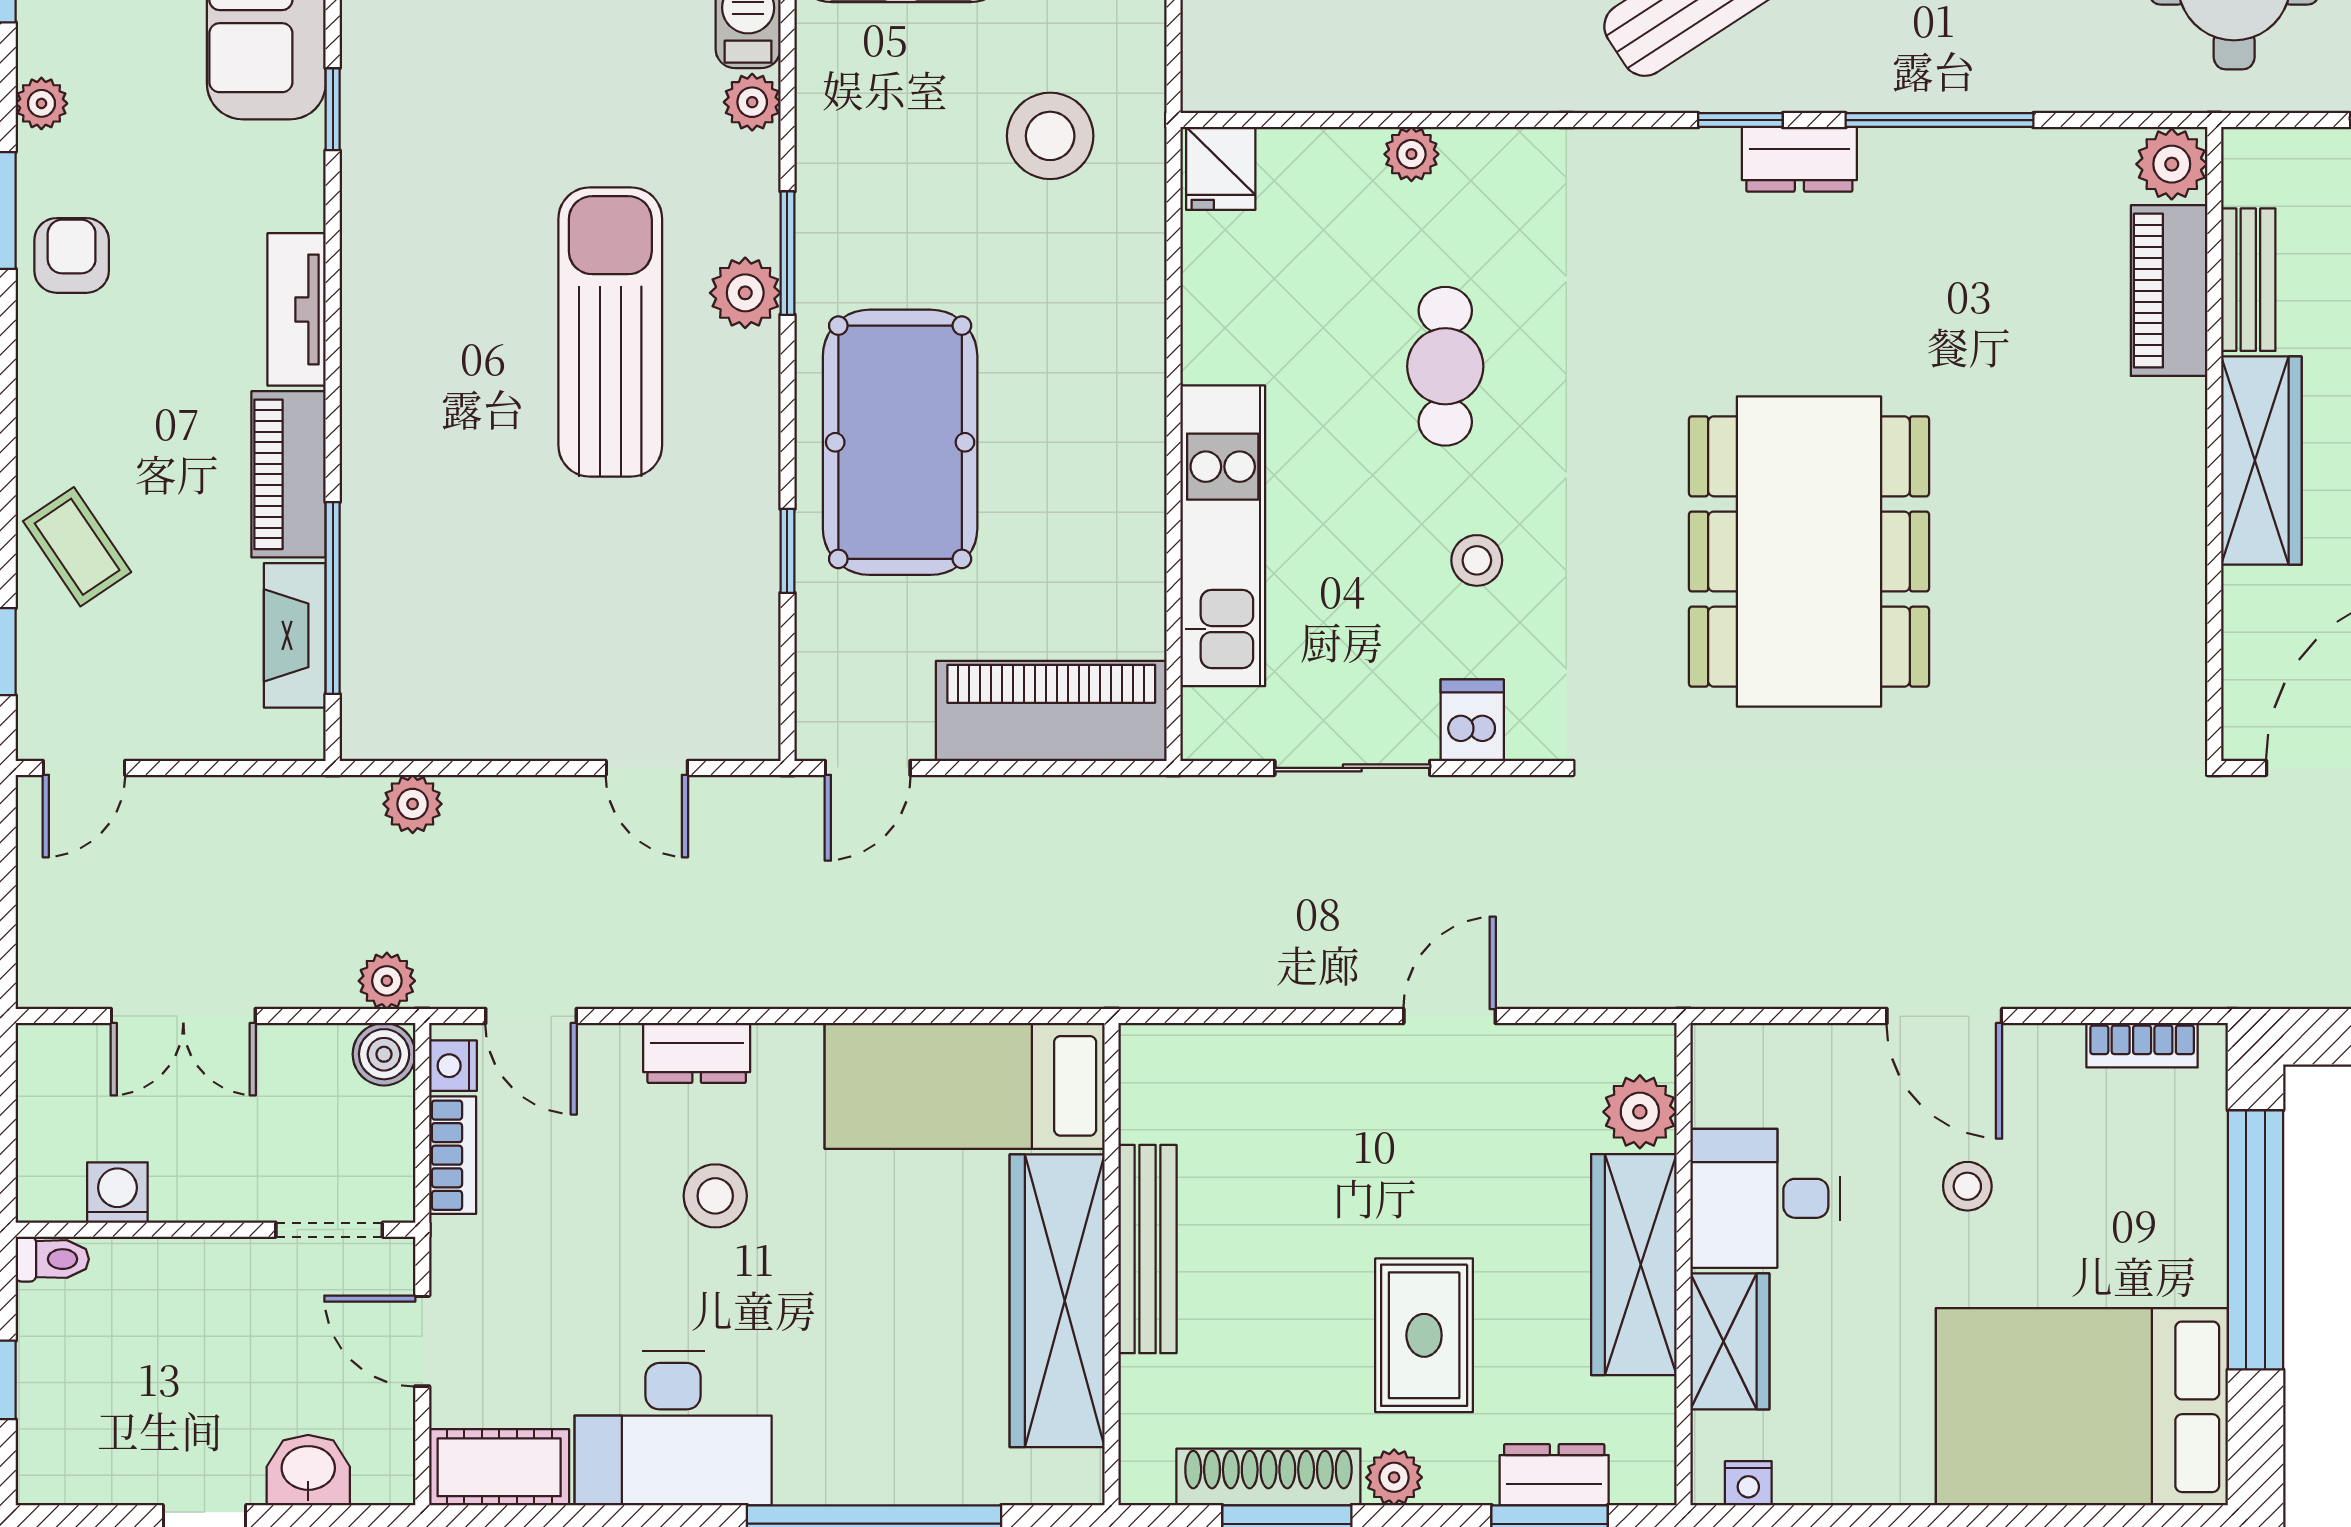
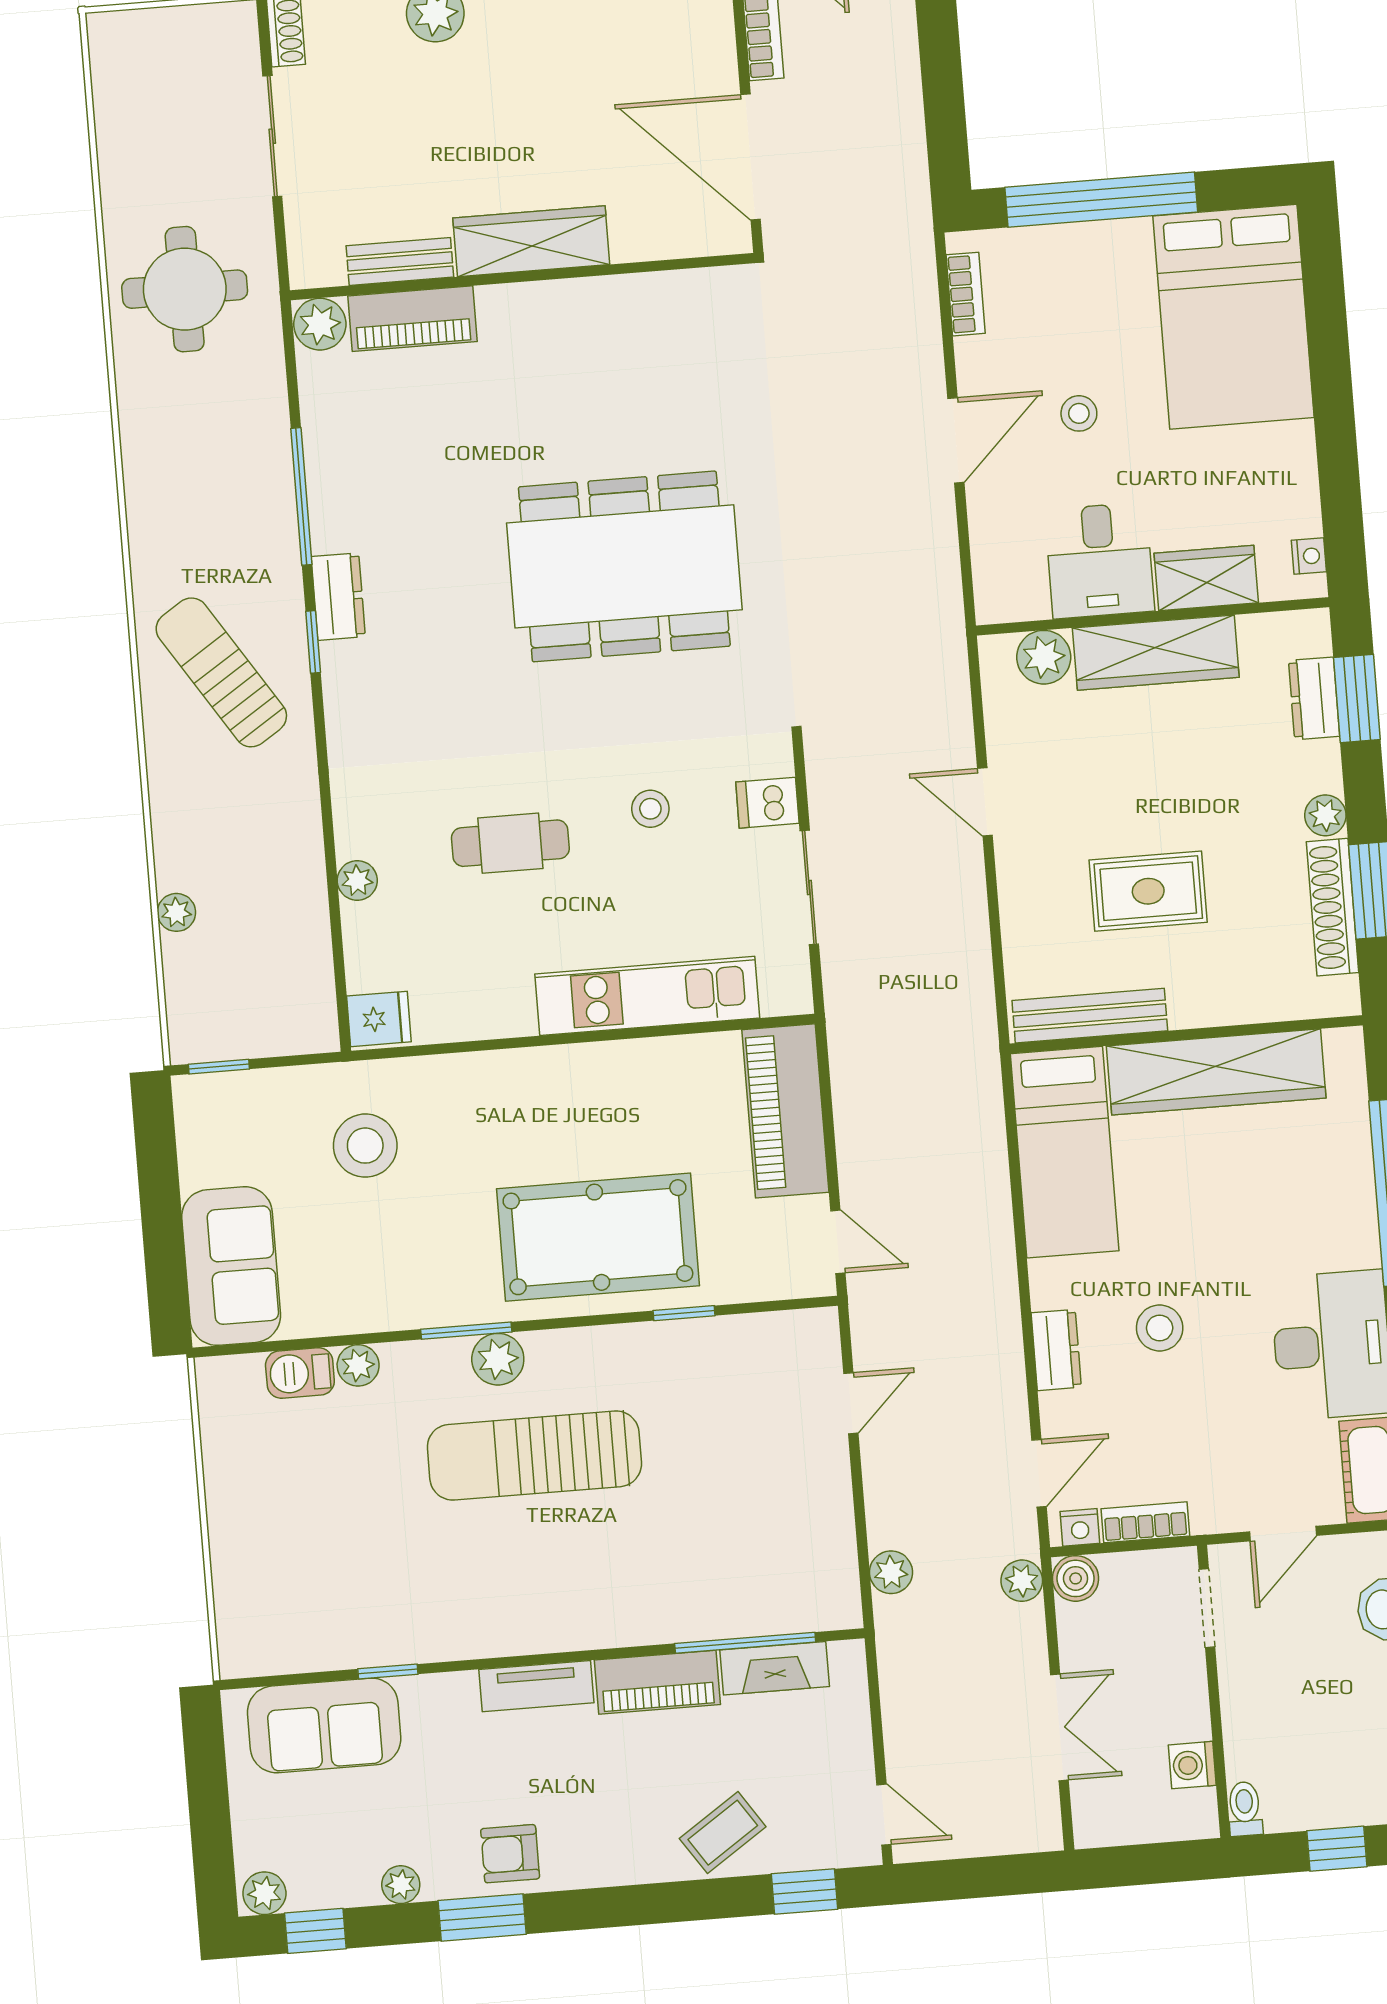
bench: (1147, 1249) -> (1090, 1016), moved
rug: (1424, 1335) -> (1148, 891), moved

